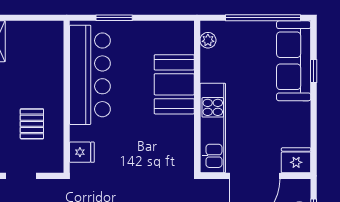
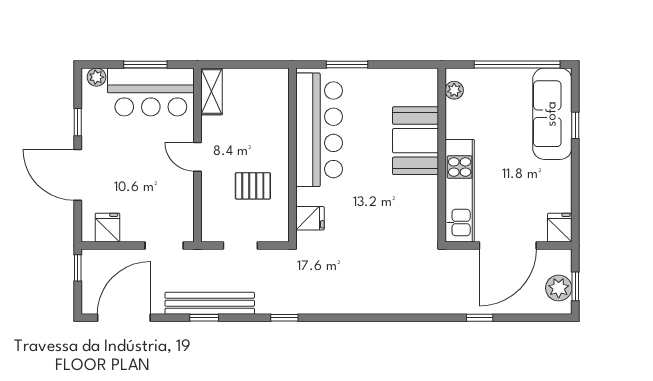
pallet: (32, 124) -> (253, 186), turned 90
fridge: (296, 160) -> (560, 228), width x0.72

